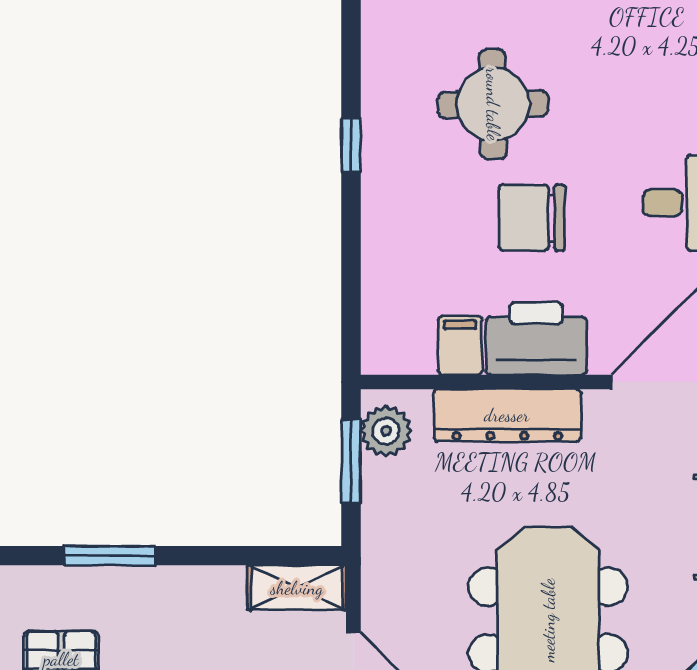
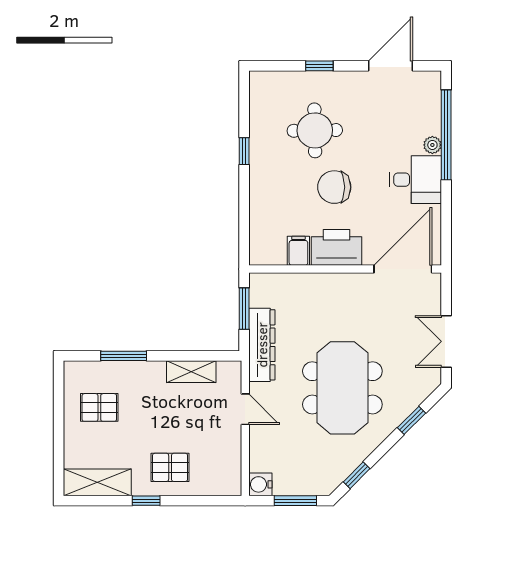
dresser: (507, 415) -> (262, 345), moved, turned -90
plant: (386, 431) -> (261, 294), removed
shelving: (297, 588) -> (191, 372), moved

